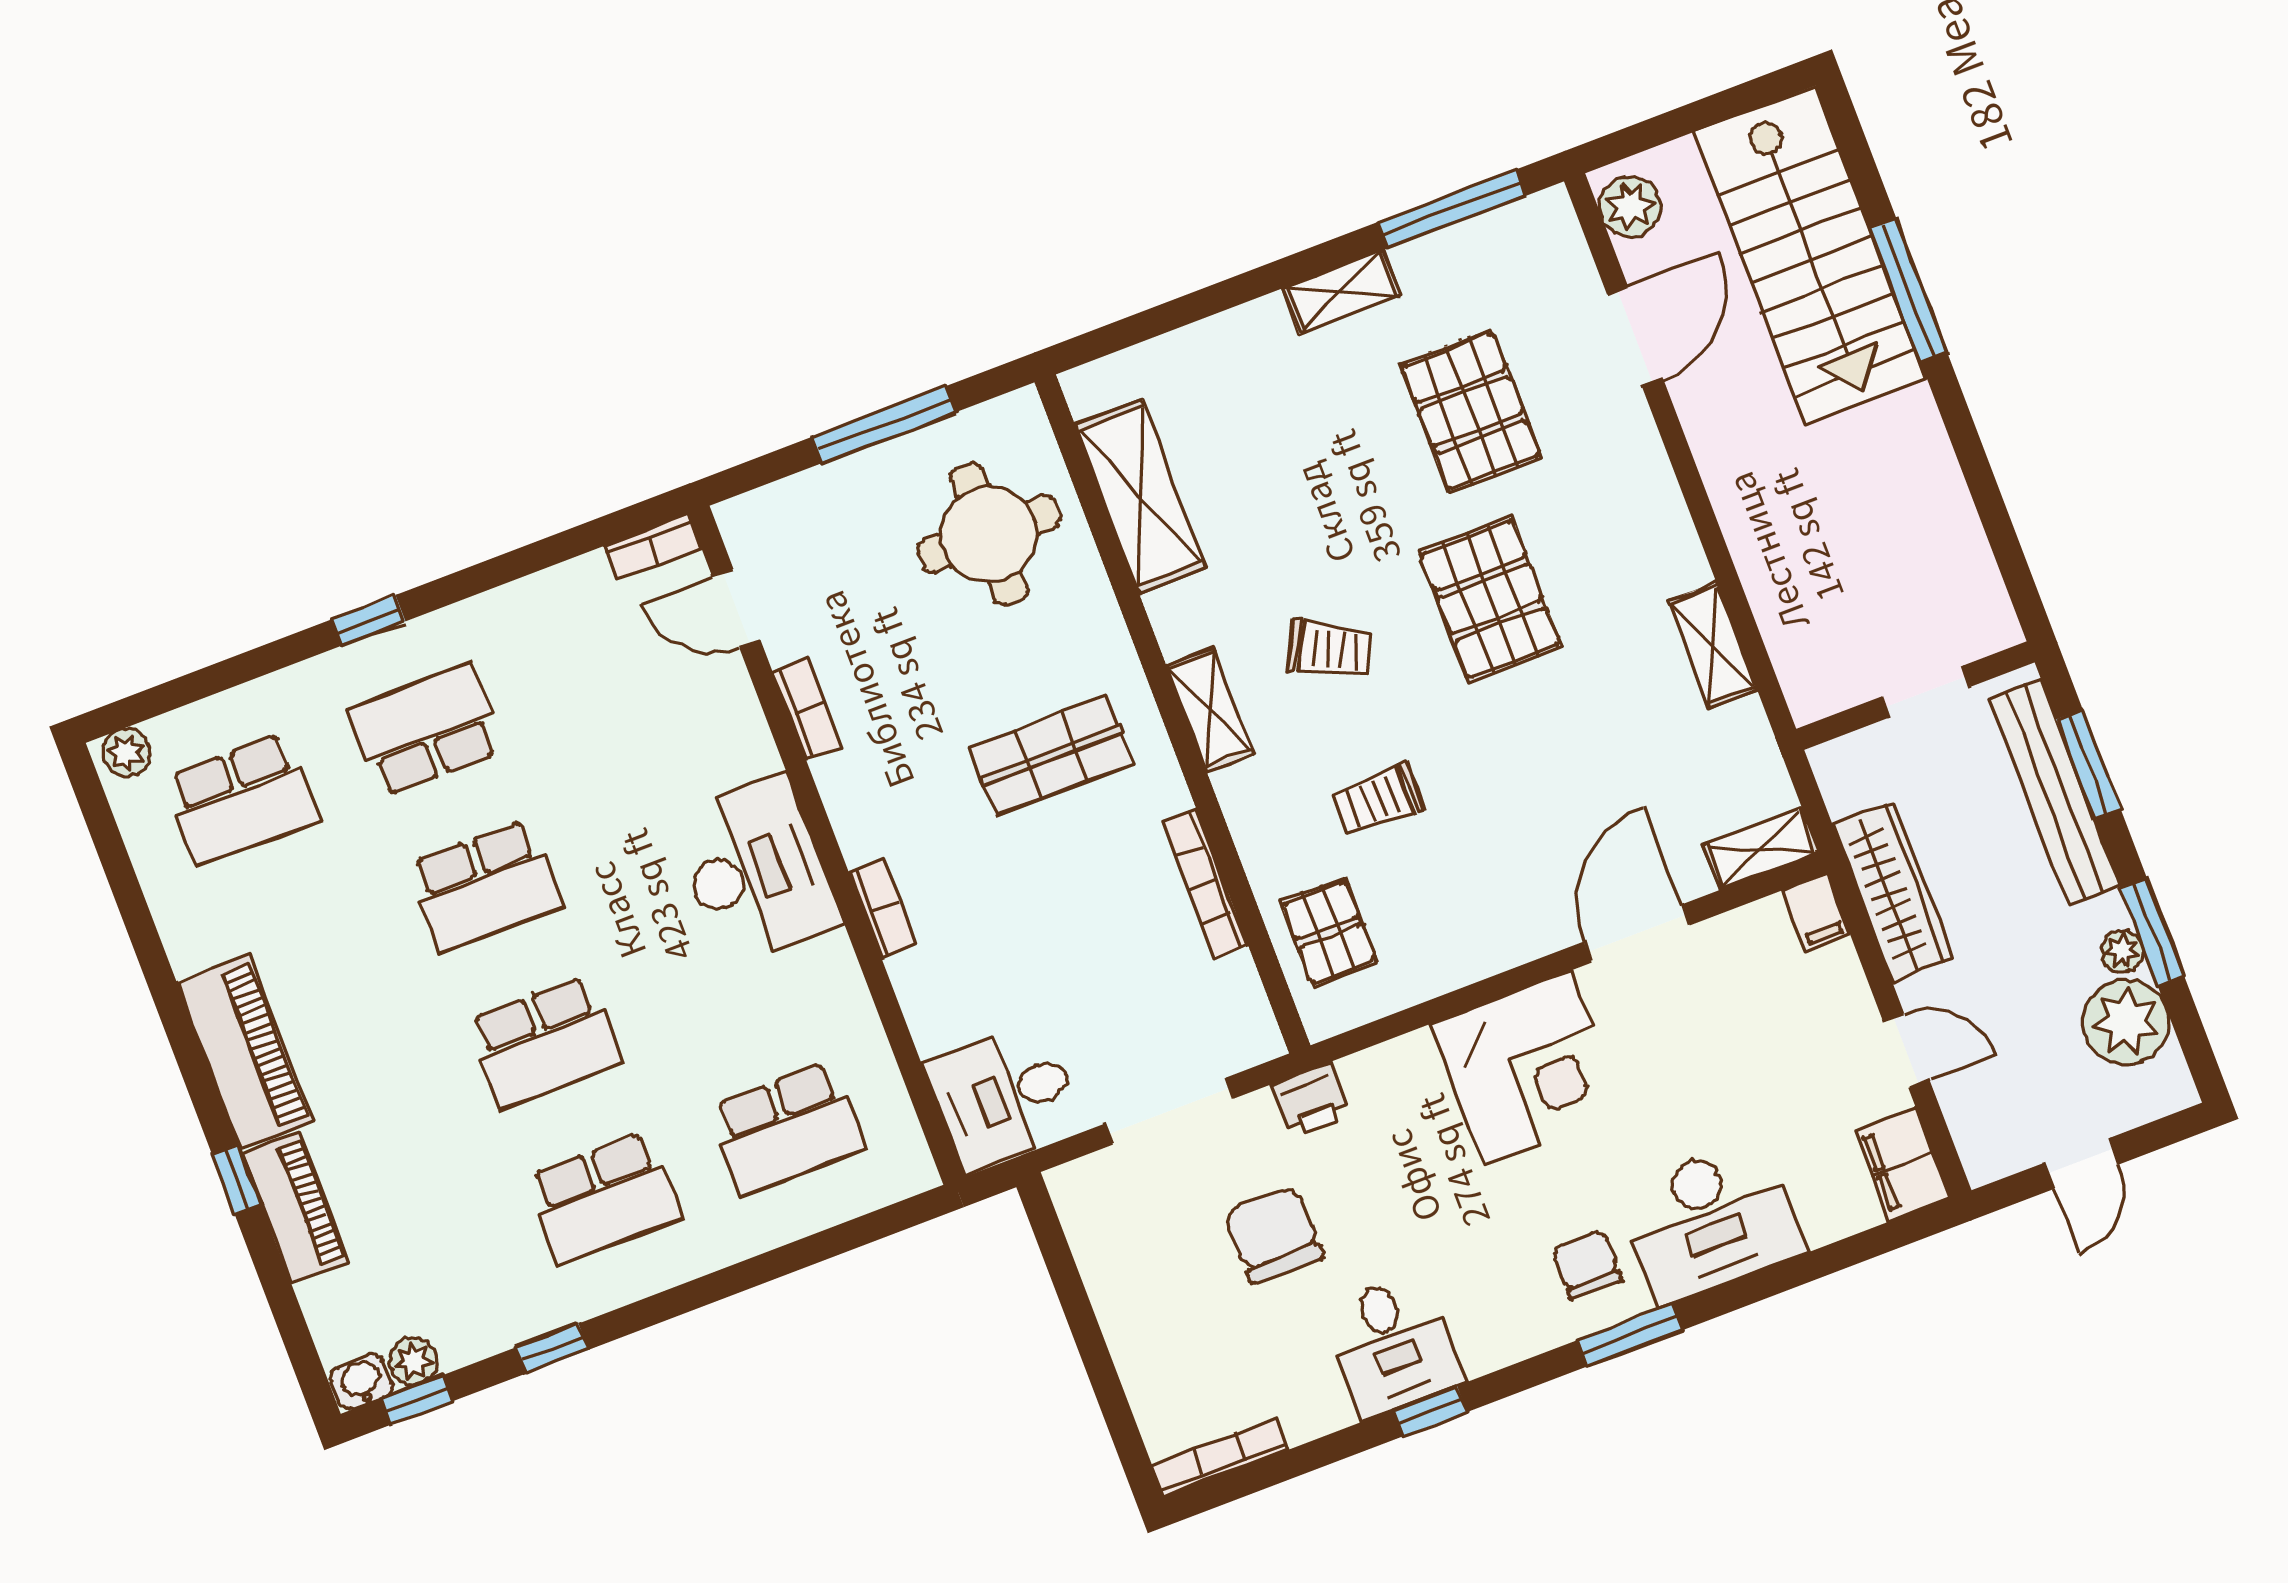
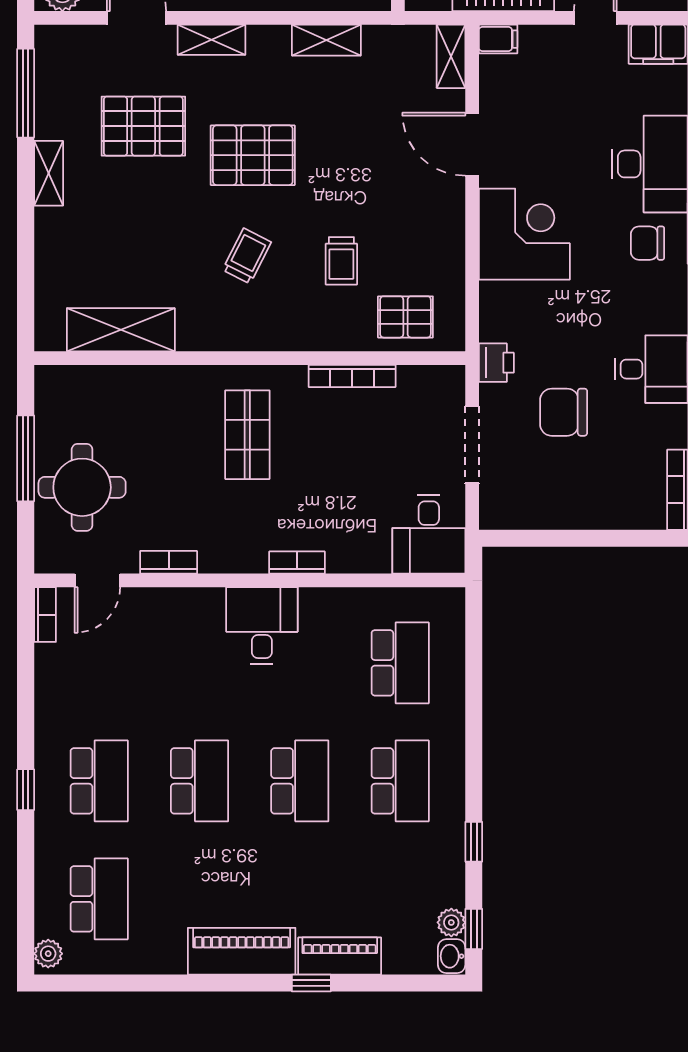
round table: (989, 534) -> (82, 487), moved
shelving: (1210, 710) -> (211, 40), moved
school desk: (426, 730) -> (99, 781), turned 180
desk: (755, 870) -> (262, 626), width x0.73

